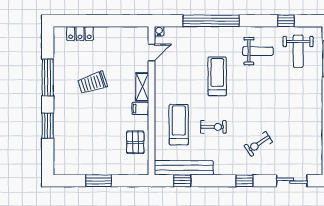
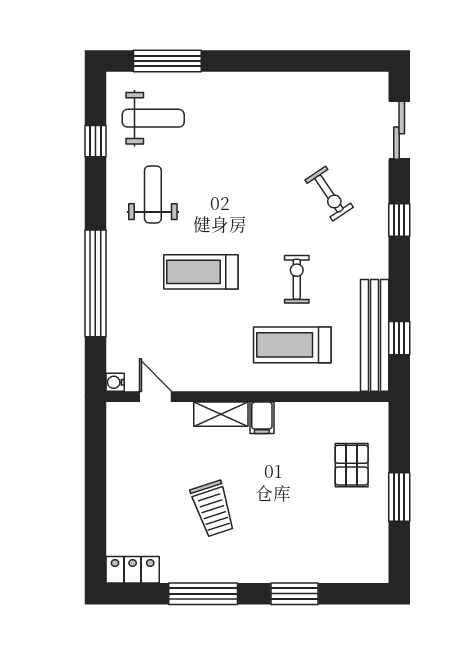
locker: (80, 34) -> (133, 570), moved, turned -90
pallet: (135, 142) -> (352, 465), moved, turned 90

